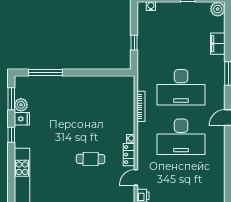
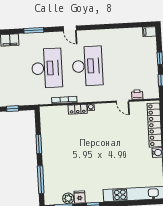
window: (89, 73) -> (39, 144), added
locker: (129, 155) -> (78, 109), moved
cafe table: (91, 159) -> (109, 139), removed

